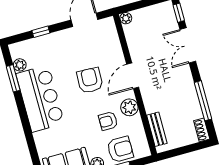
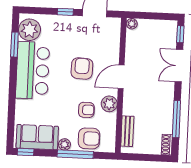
window: (41, 32) -> (65, 12), moved
plant: (20, 65) -> (30, 30), width x1.87, depth x1.87
armchair: (108, 121) -> (86, 110), turned 180

